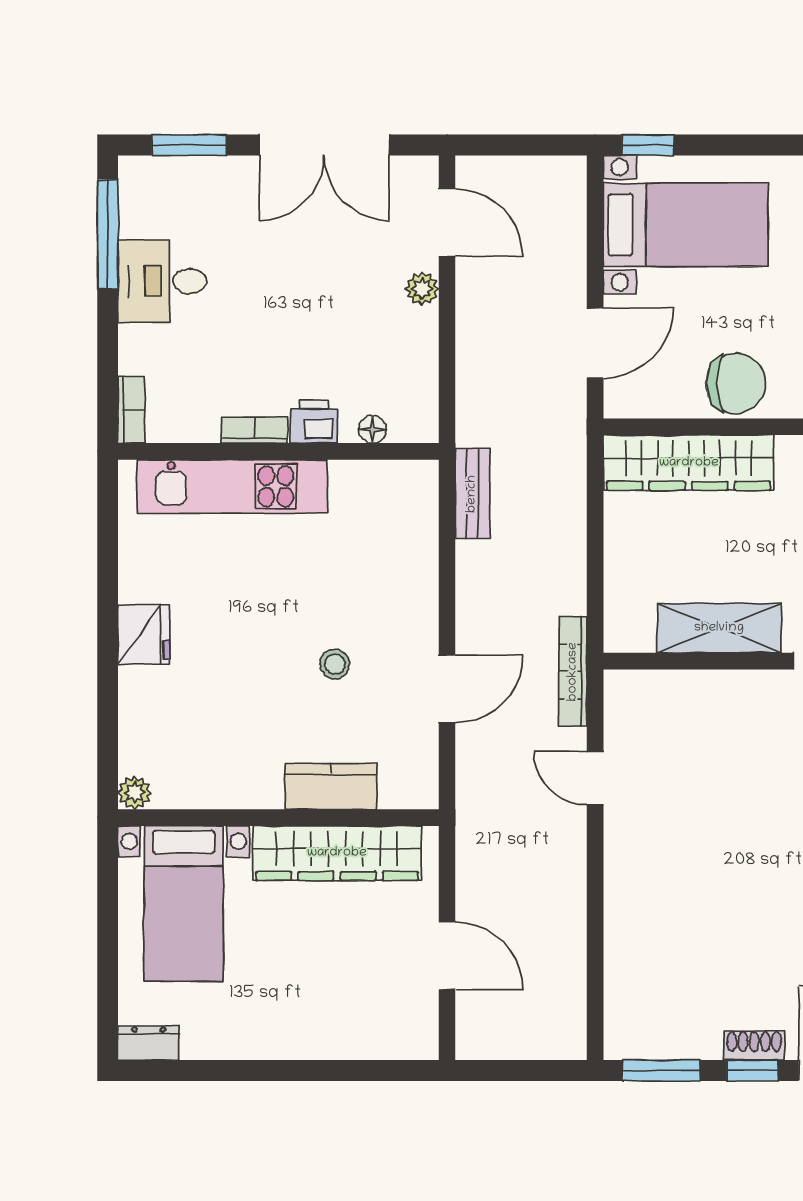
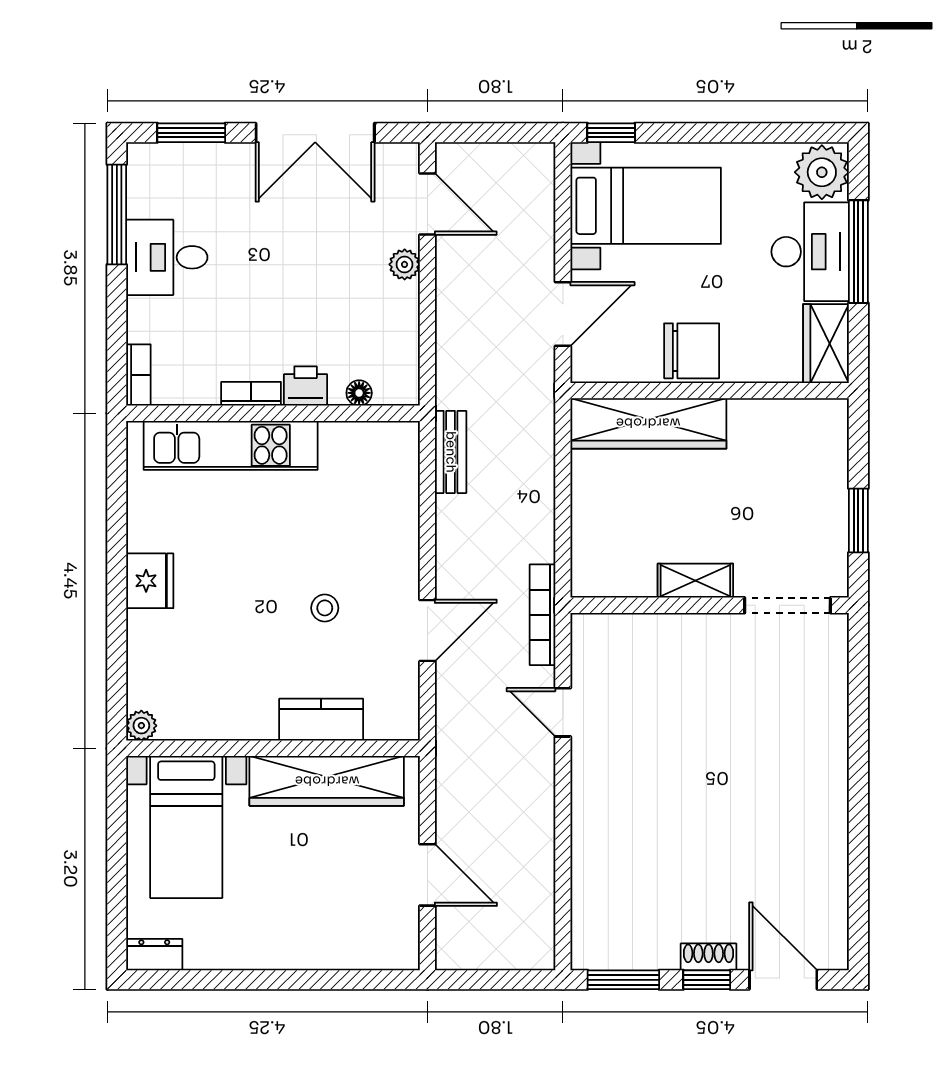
shelving: (719, 628) -> (695, 581), width x0.67, depth x0.75

